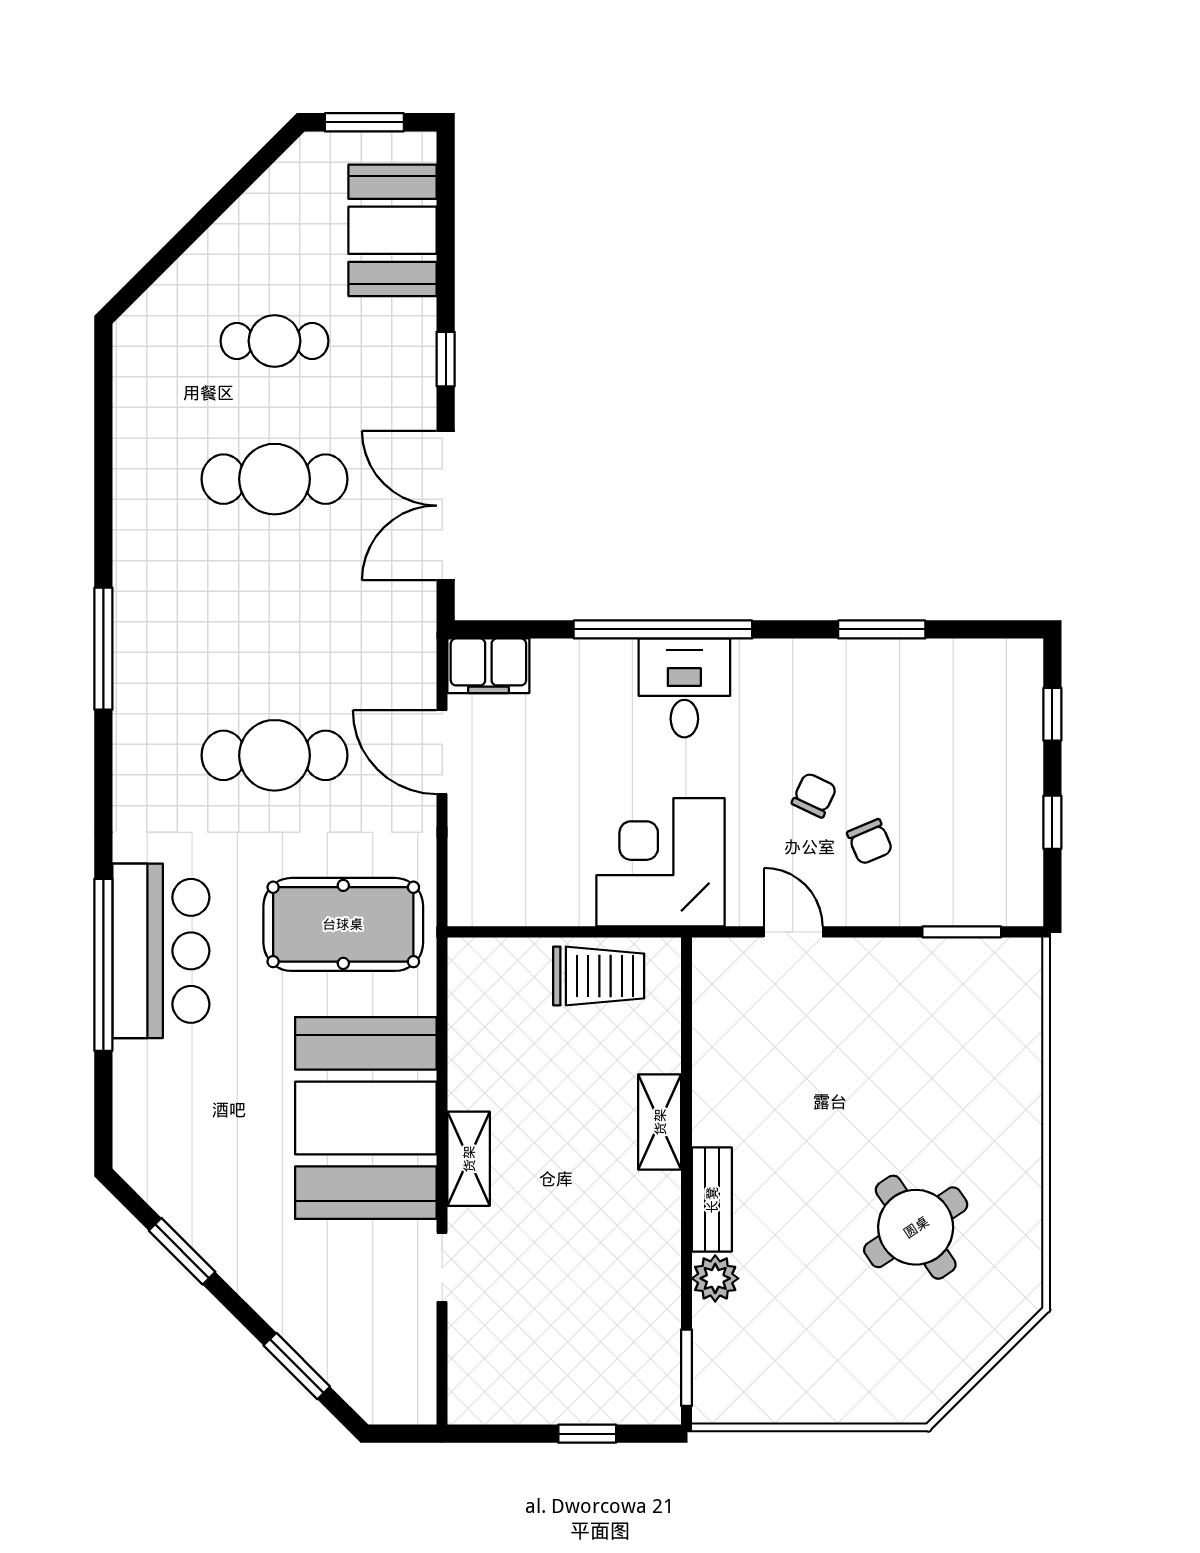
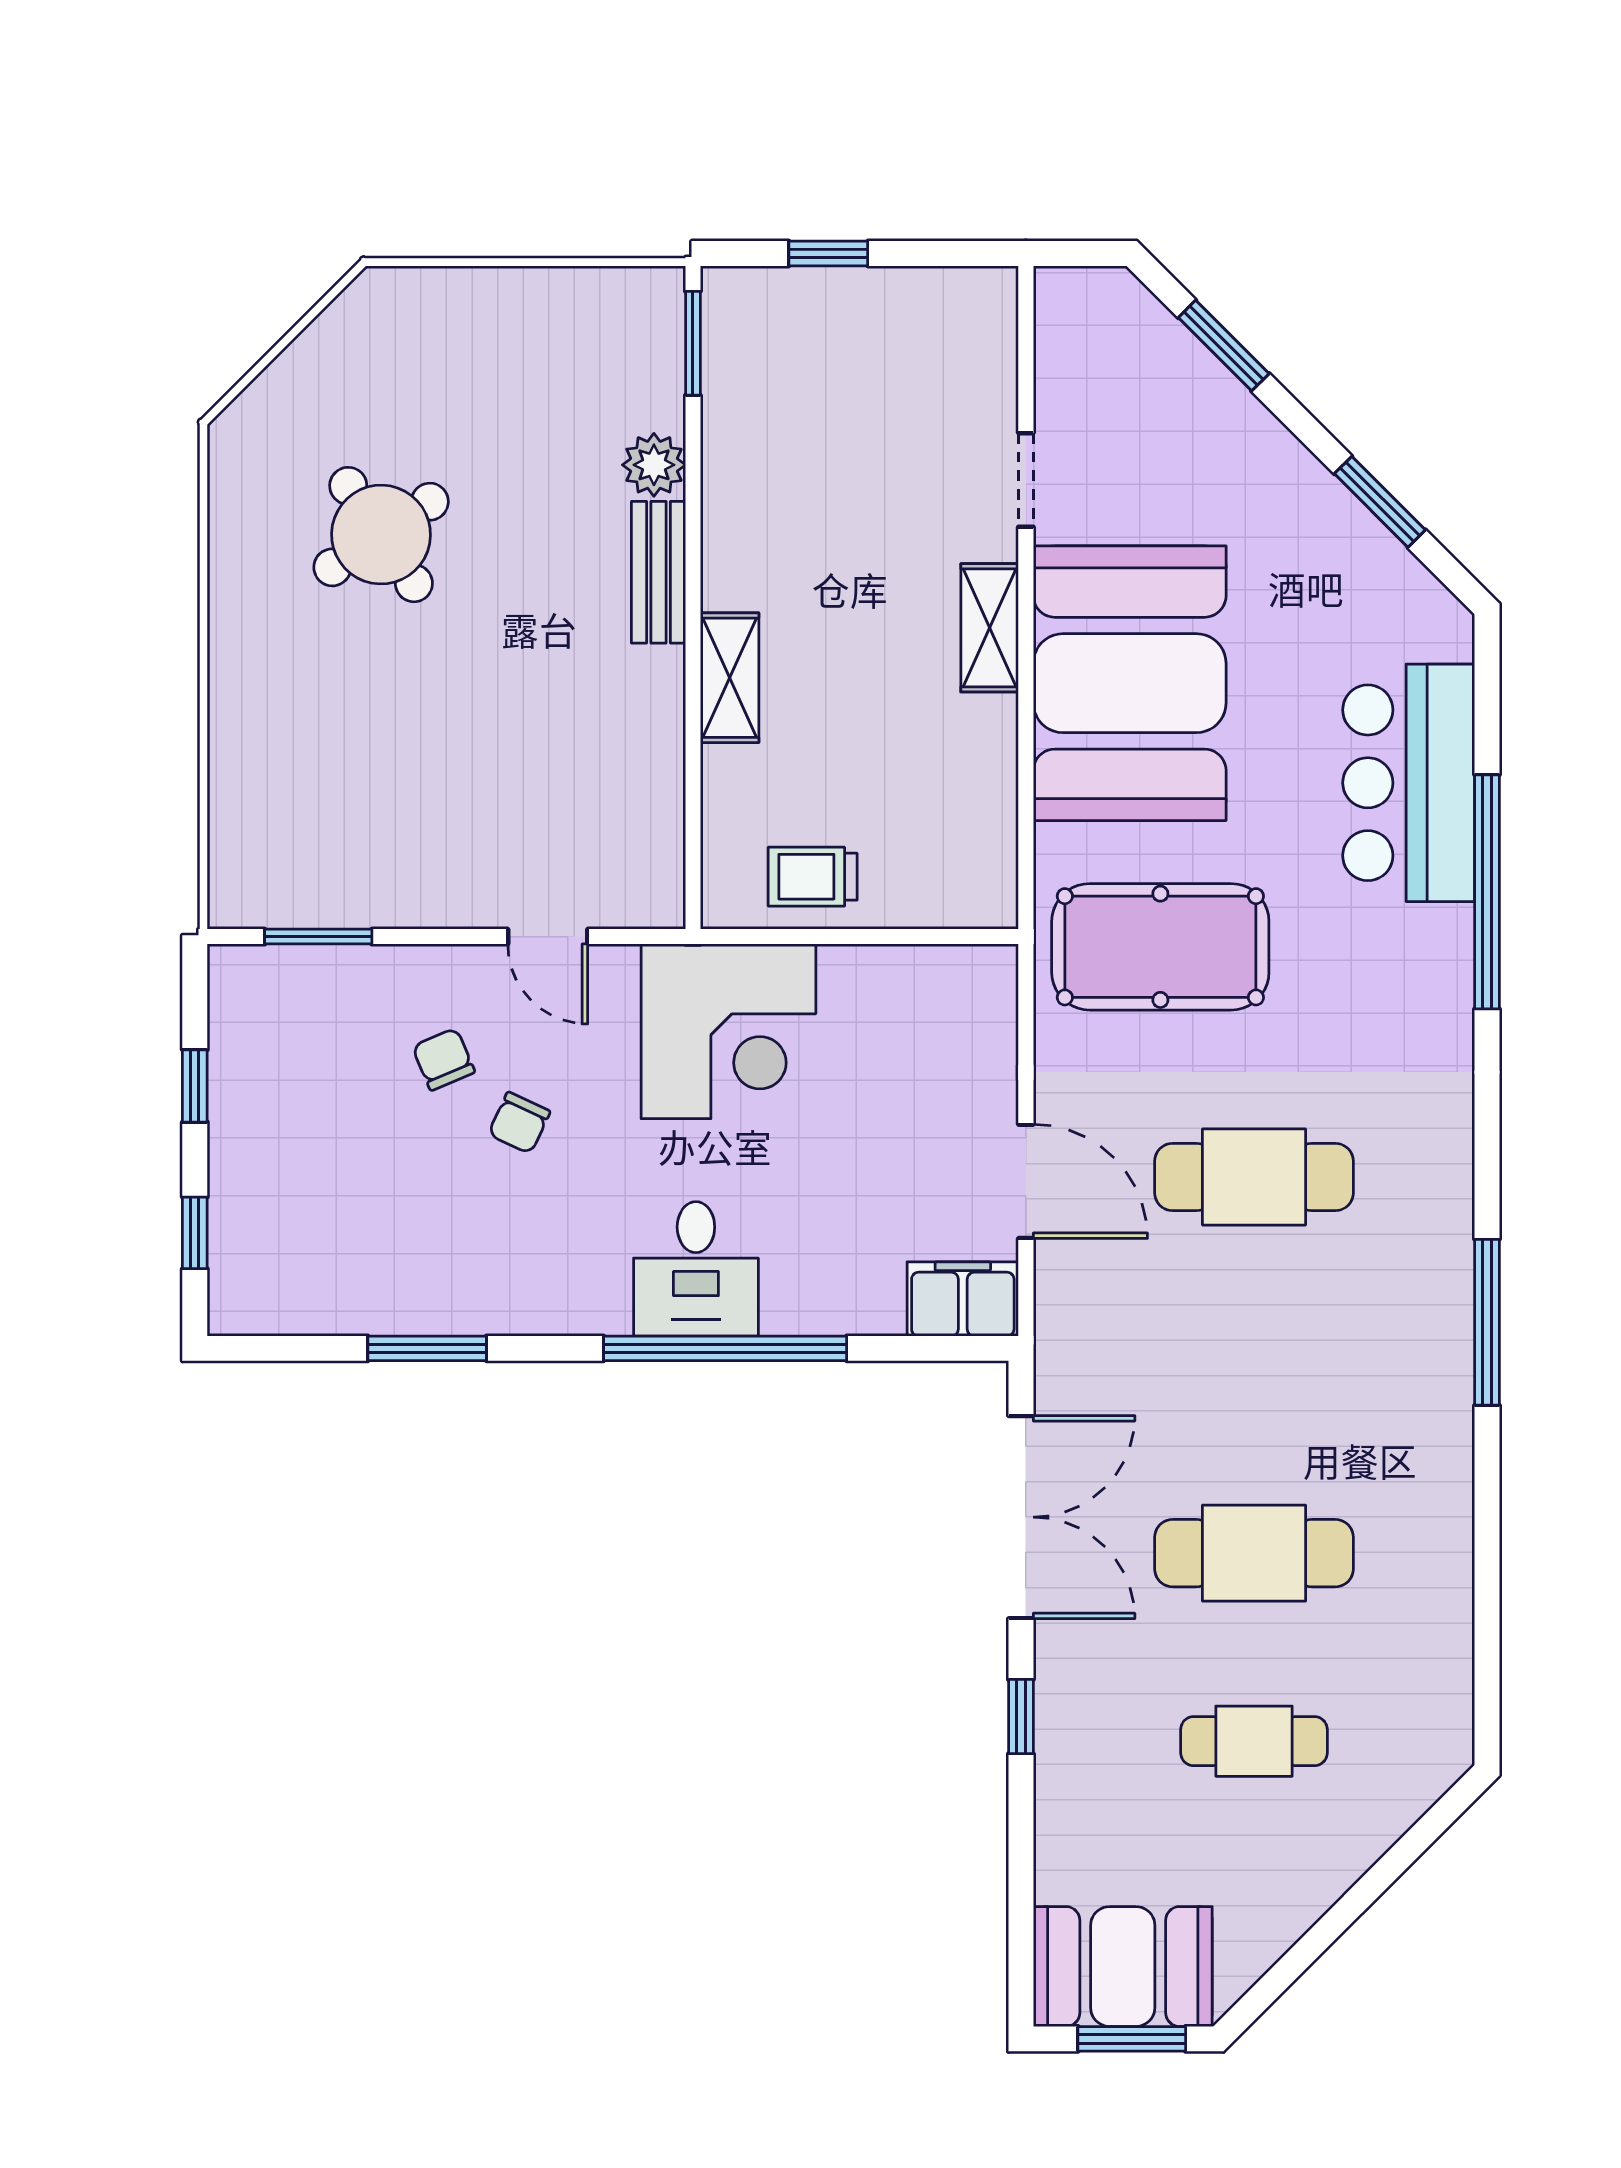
booth: (393, 230) -> (1123, 1967), moved, turned 90
bar counter: (161, 951) -> (1409, 783), moved
trolley: (599, 976) -> (813, 877), width x0.73, depth x0.72

